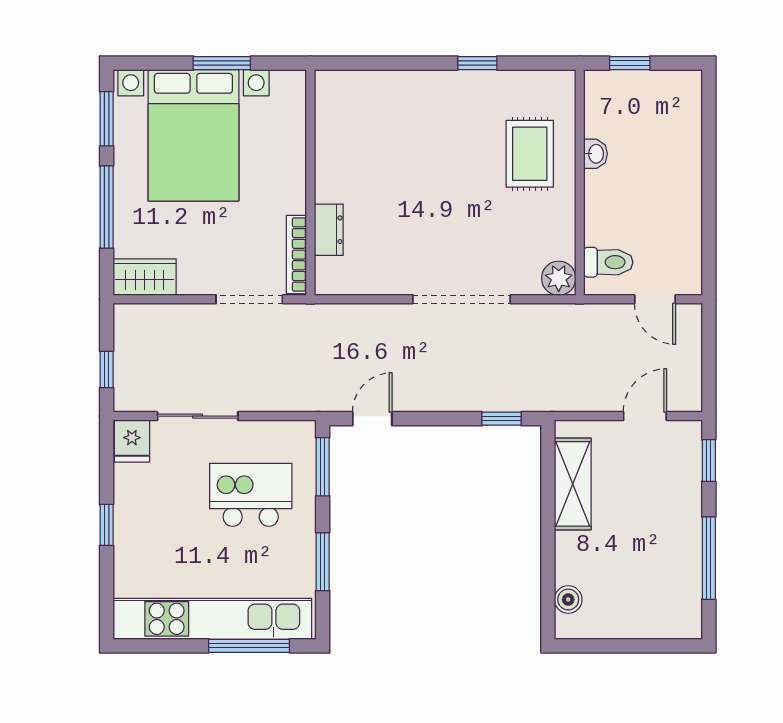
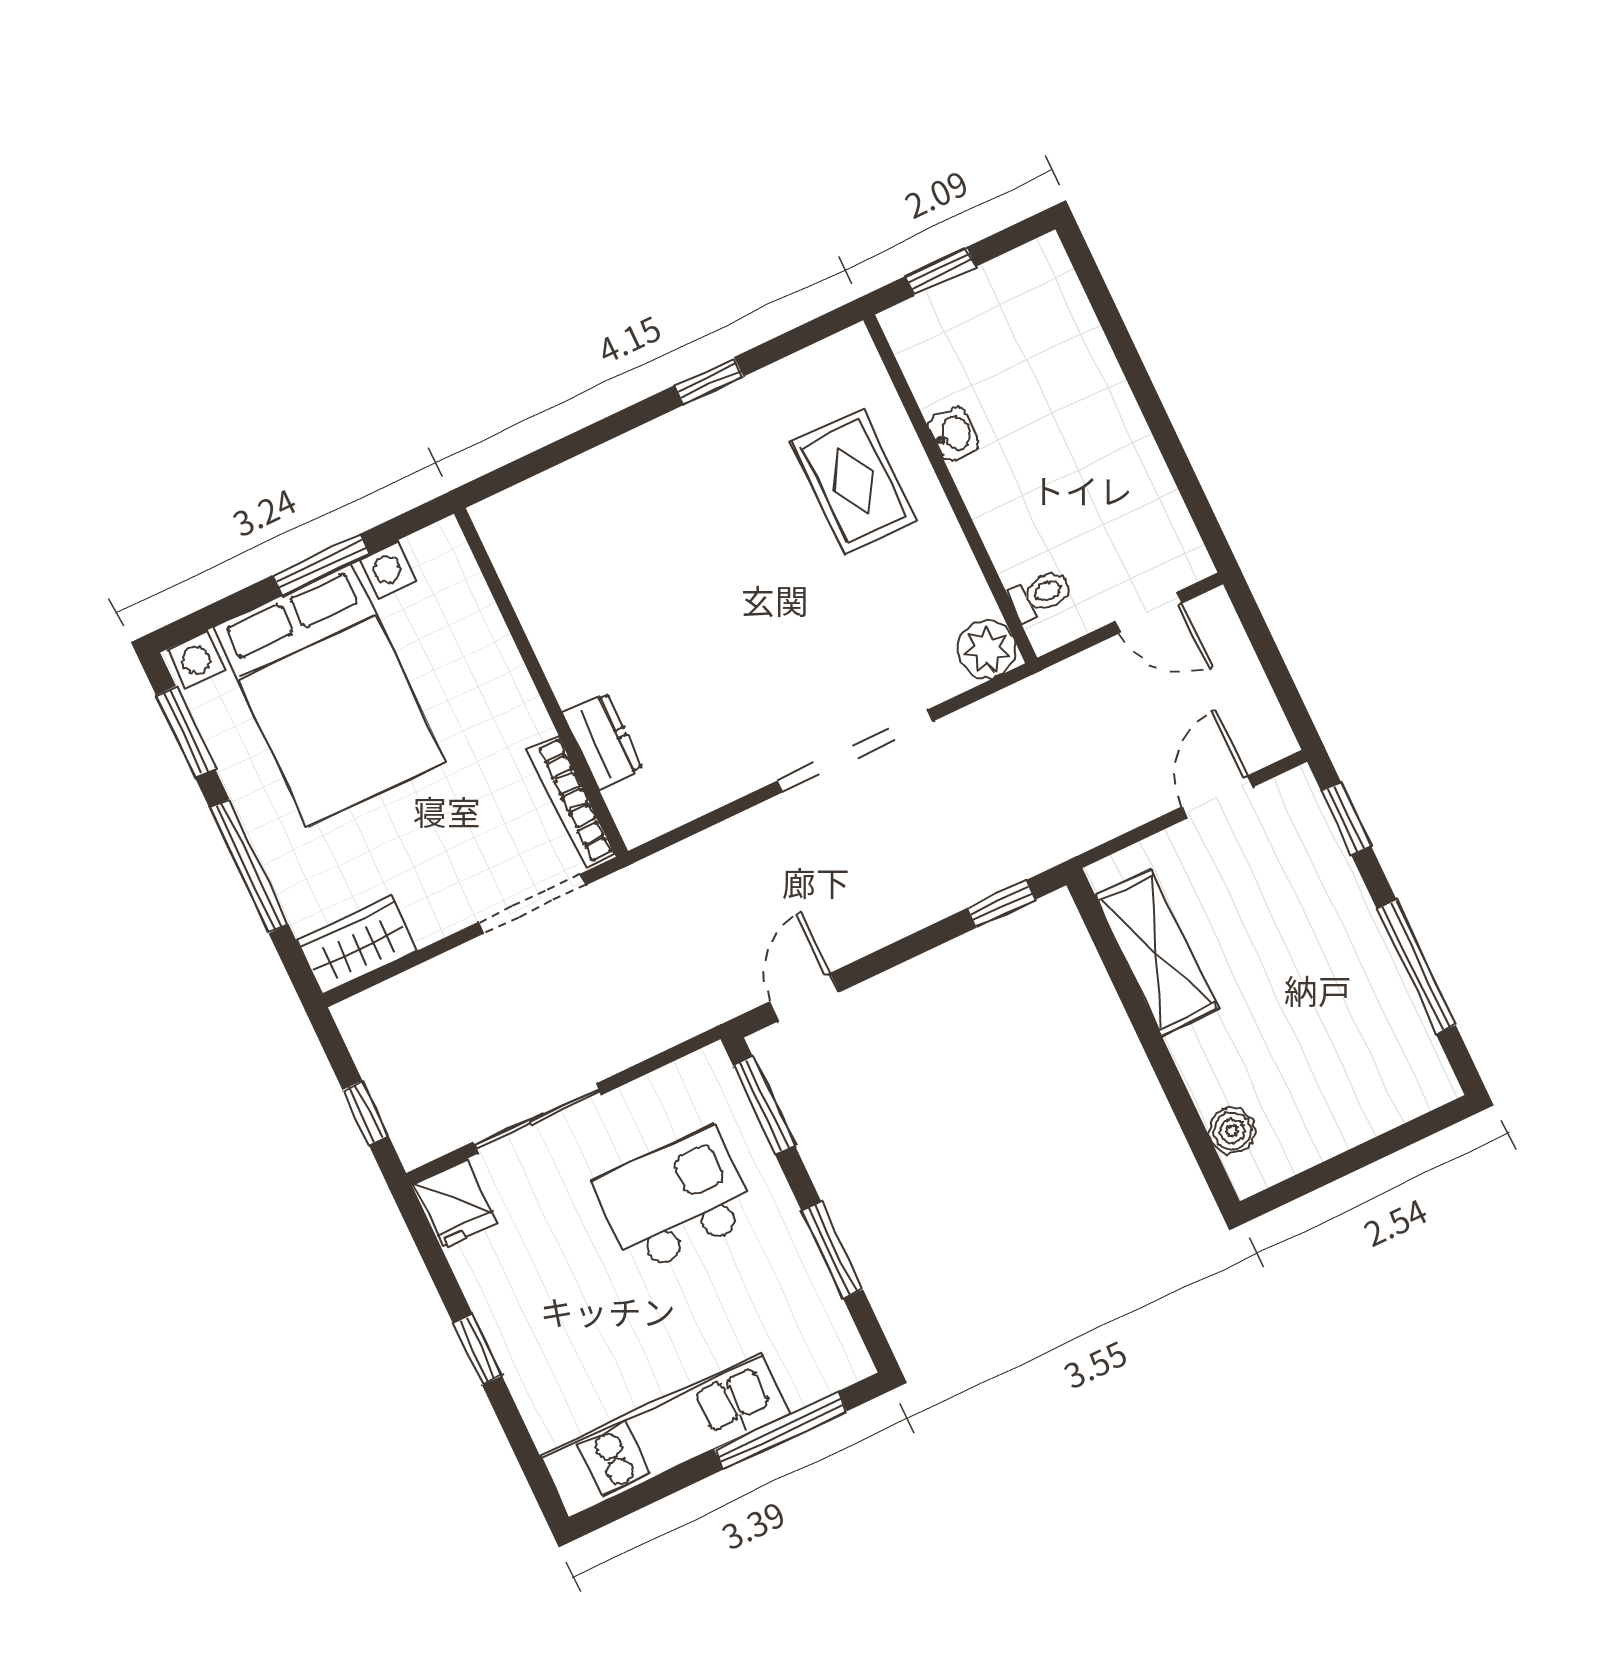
toilet: (608, 262) -> (1040, 595), width x0.73, depth x0.72
kitchen unit: (212, 619) -> (665, 1435), width x0.73

